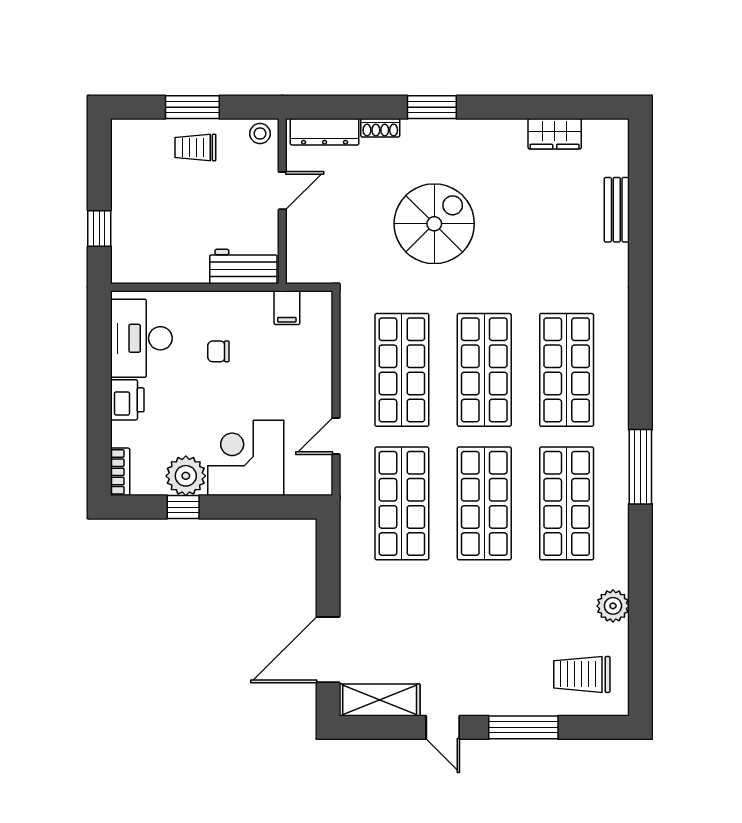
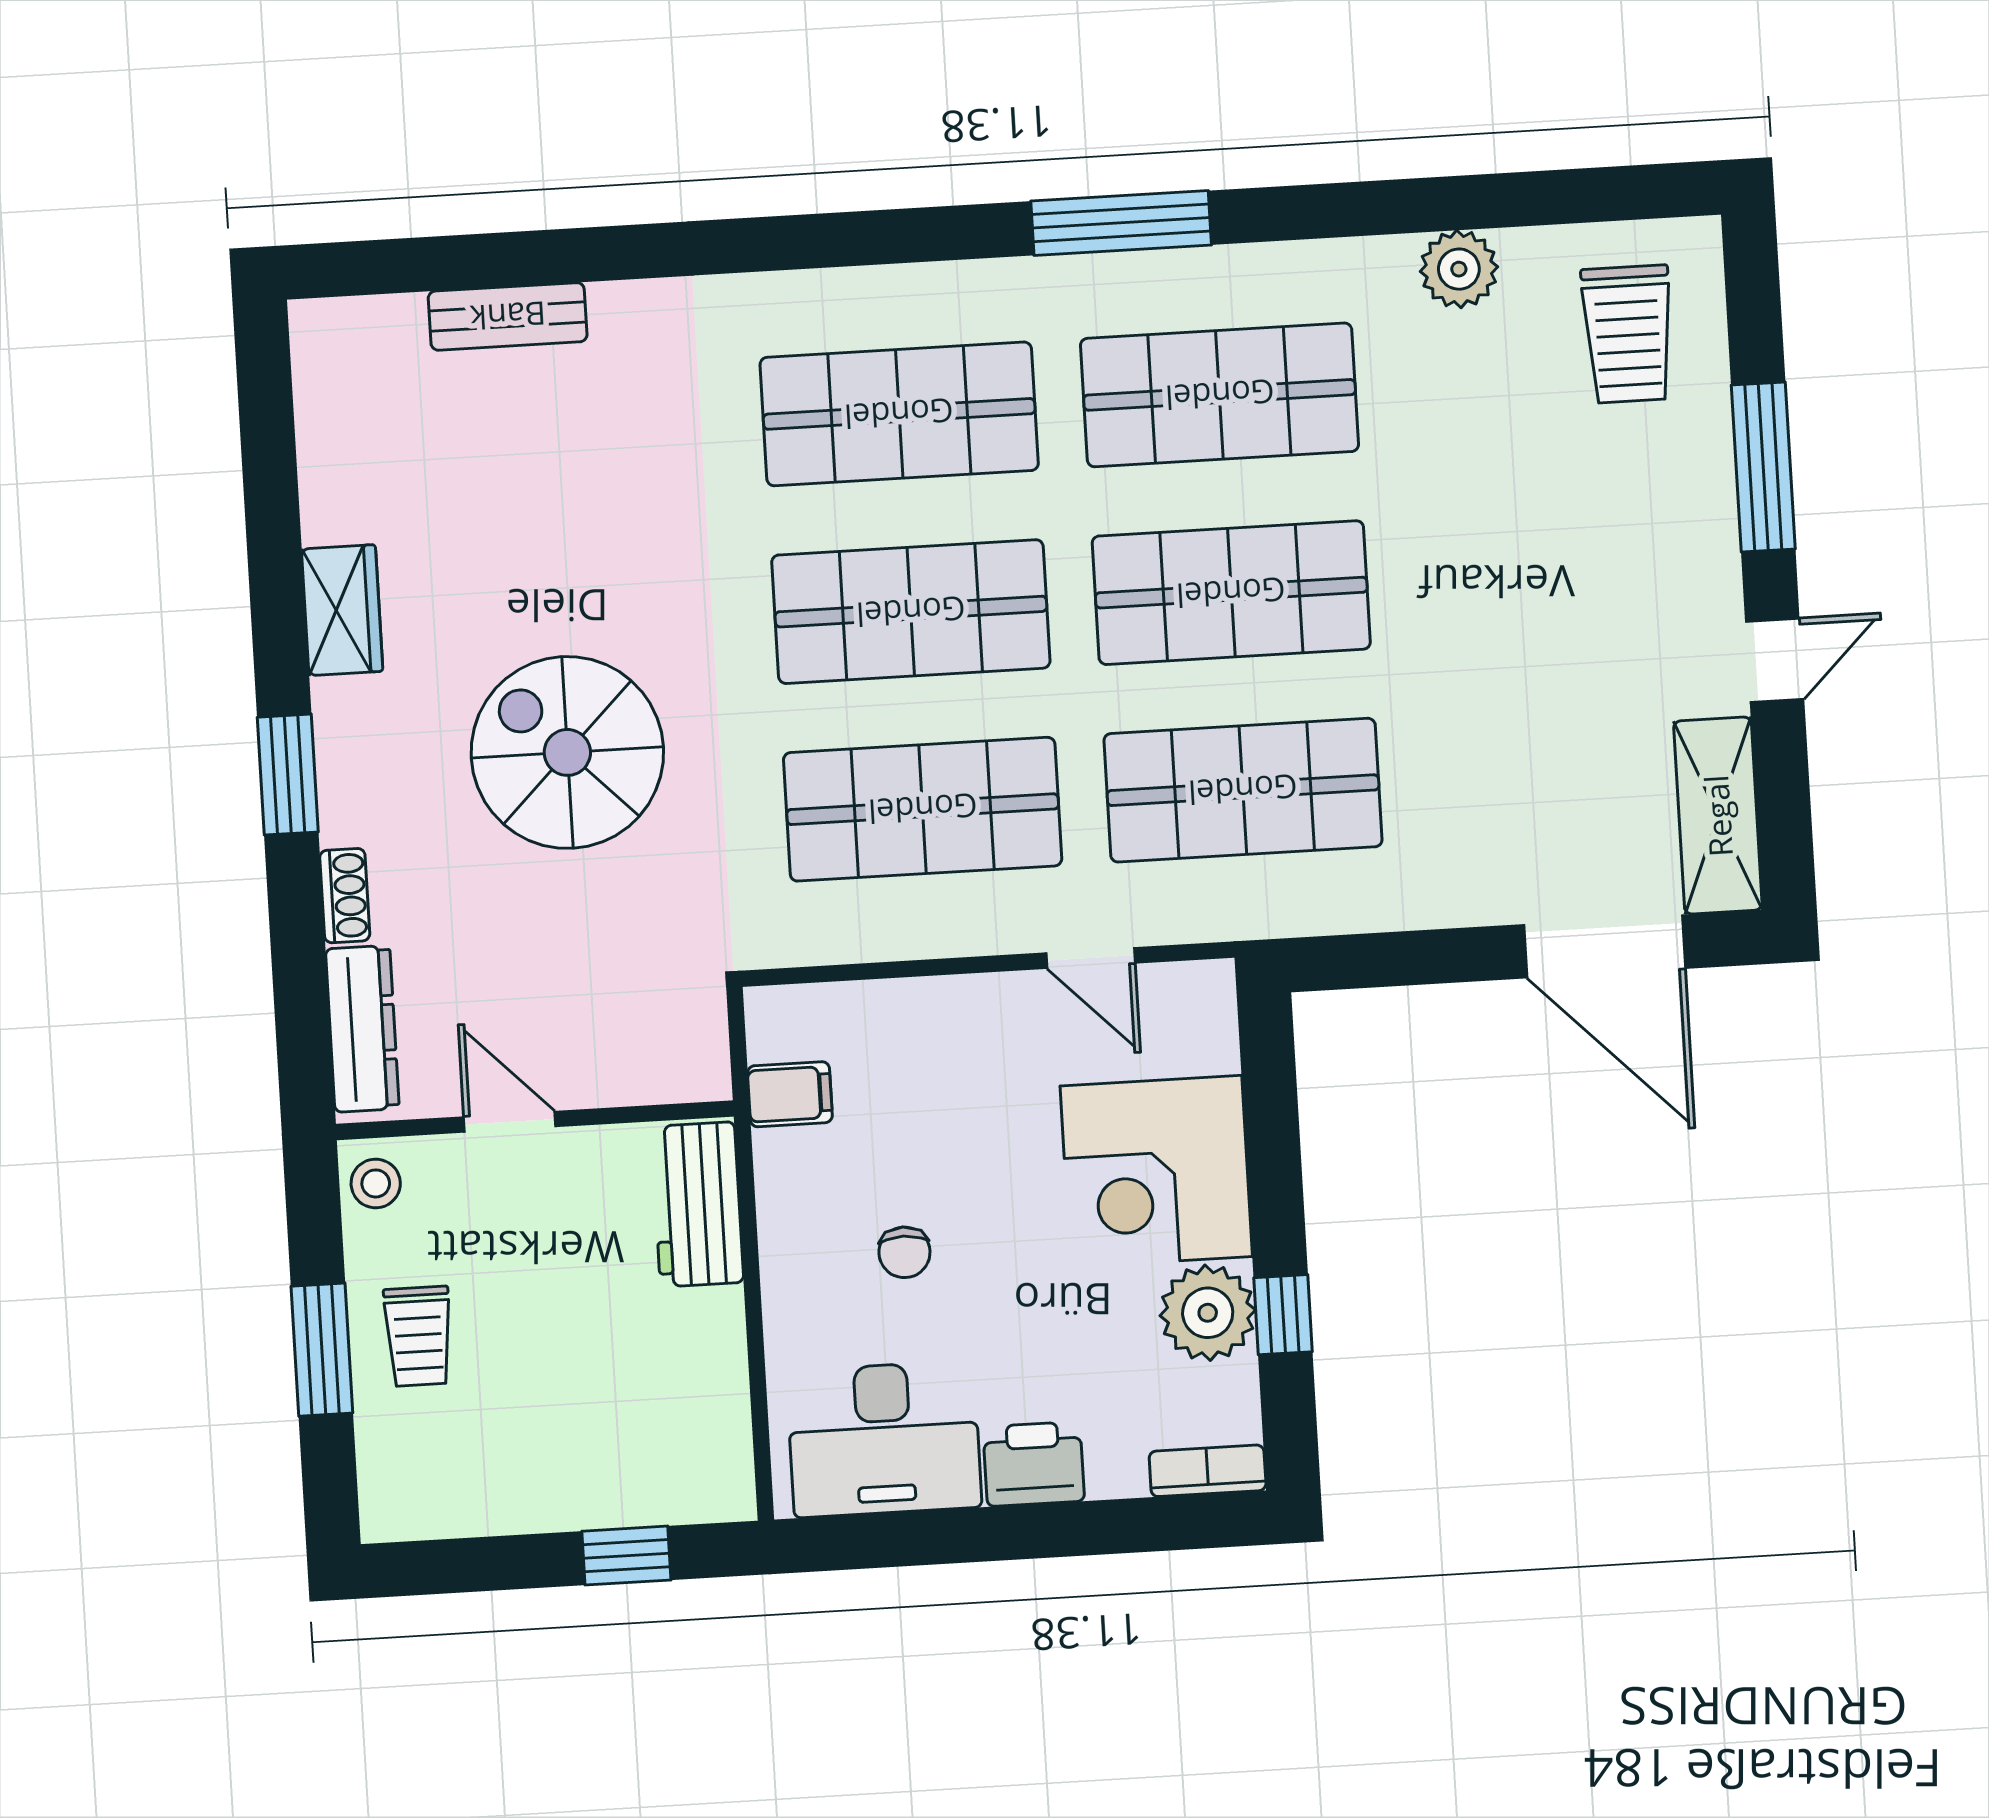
wardrobe: (555, 134) -> (342, 610), moved

